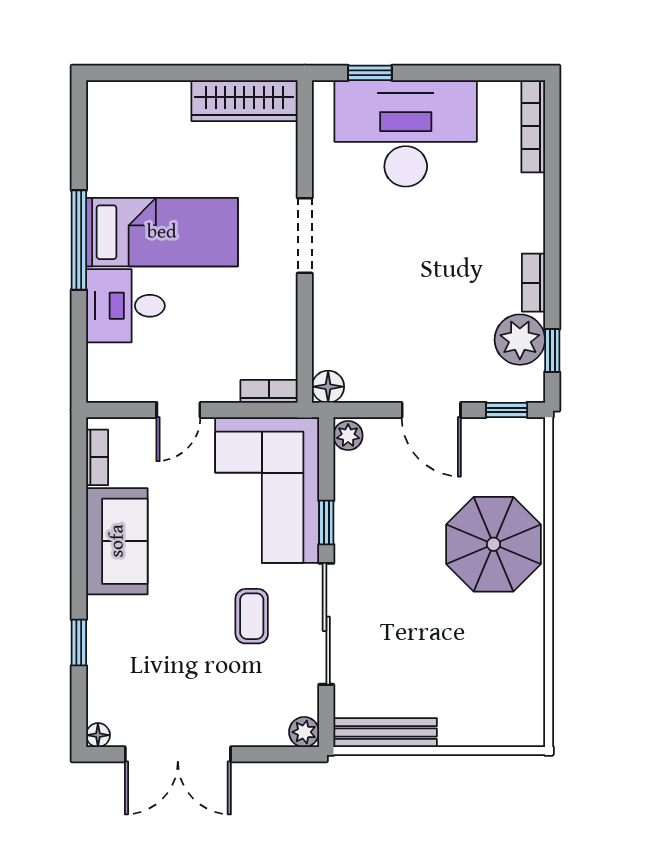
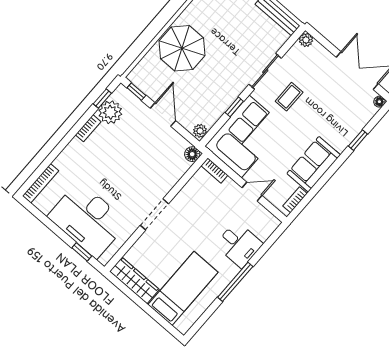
bed: (162, 232) -> (183, 288), moved, turned 90
sliding door: (326, 624) -> (265, 71), width x0.73

